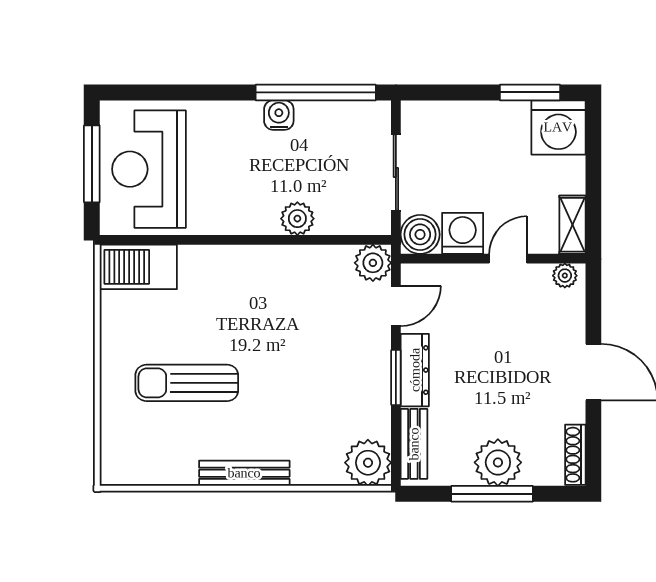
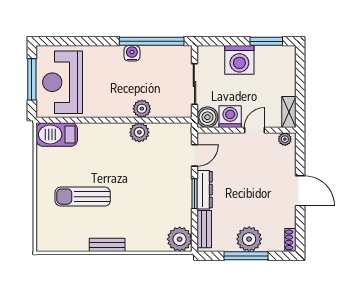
washing machine: (558, 127) -> (239, 60), moved
plant: (373, 263) -> (139, 132), moved
shoe rack: (575, 455) -> (290, 240), width x0.70
bench: (244, 473) -> (107, 245), width x0.73

